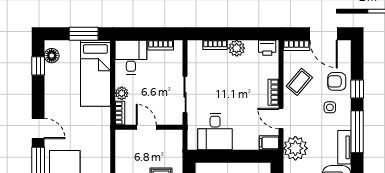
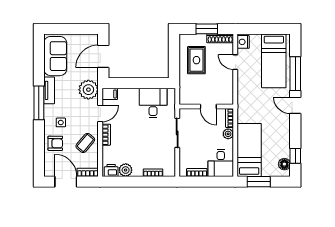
plant: (237, 48) -> (126, 170), moved
window: (357, 89) -> (39, 137), removed
door: (281, 119) -> (100, 113), hinge flipped

